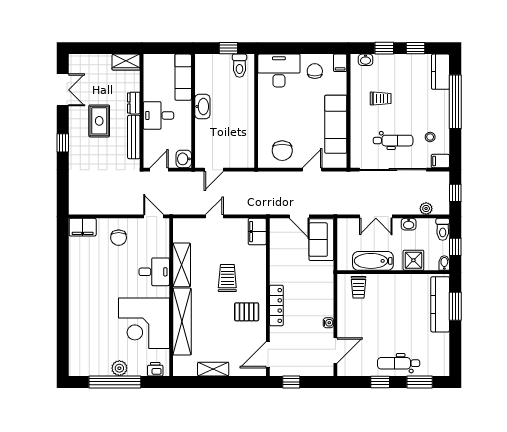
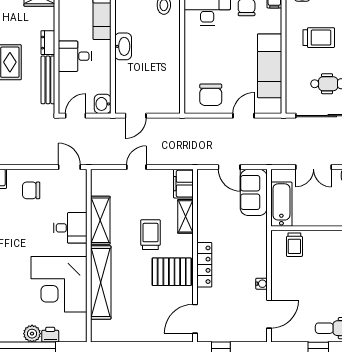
trolley: (381, 98) -> (319, 38), width x1.36, depth x1.39
chair: (119, 238) -> (31, 190), turned 90
bathtub: (373, 261) -> (281, 204), moved, turned 90
pallet: (247, 312) -> (172, 272), width x1.50, depth x1.42
printer: (155, 369) -> (50, 335), moved
shelving: (213, 369) -> (185, 216), moved, turned 90

